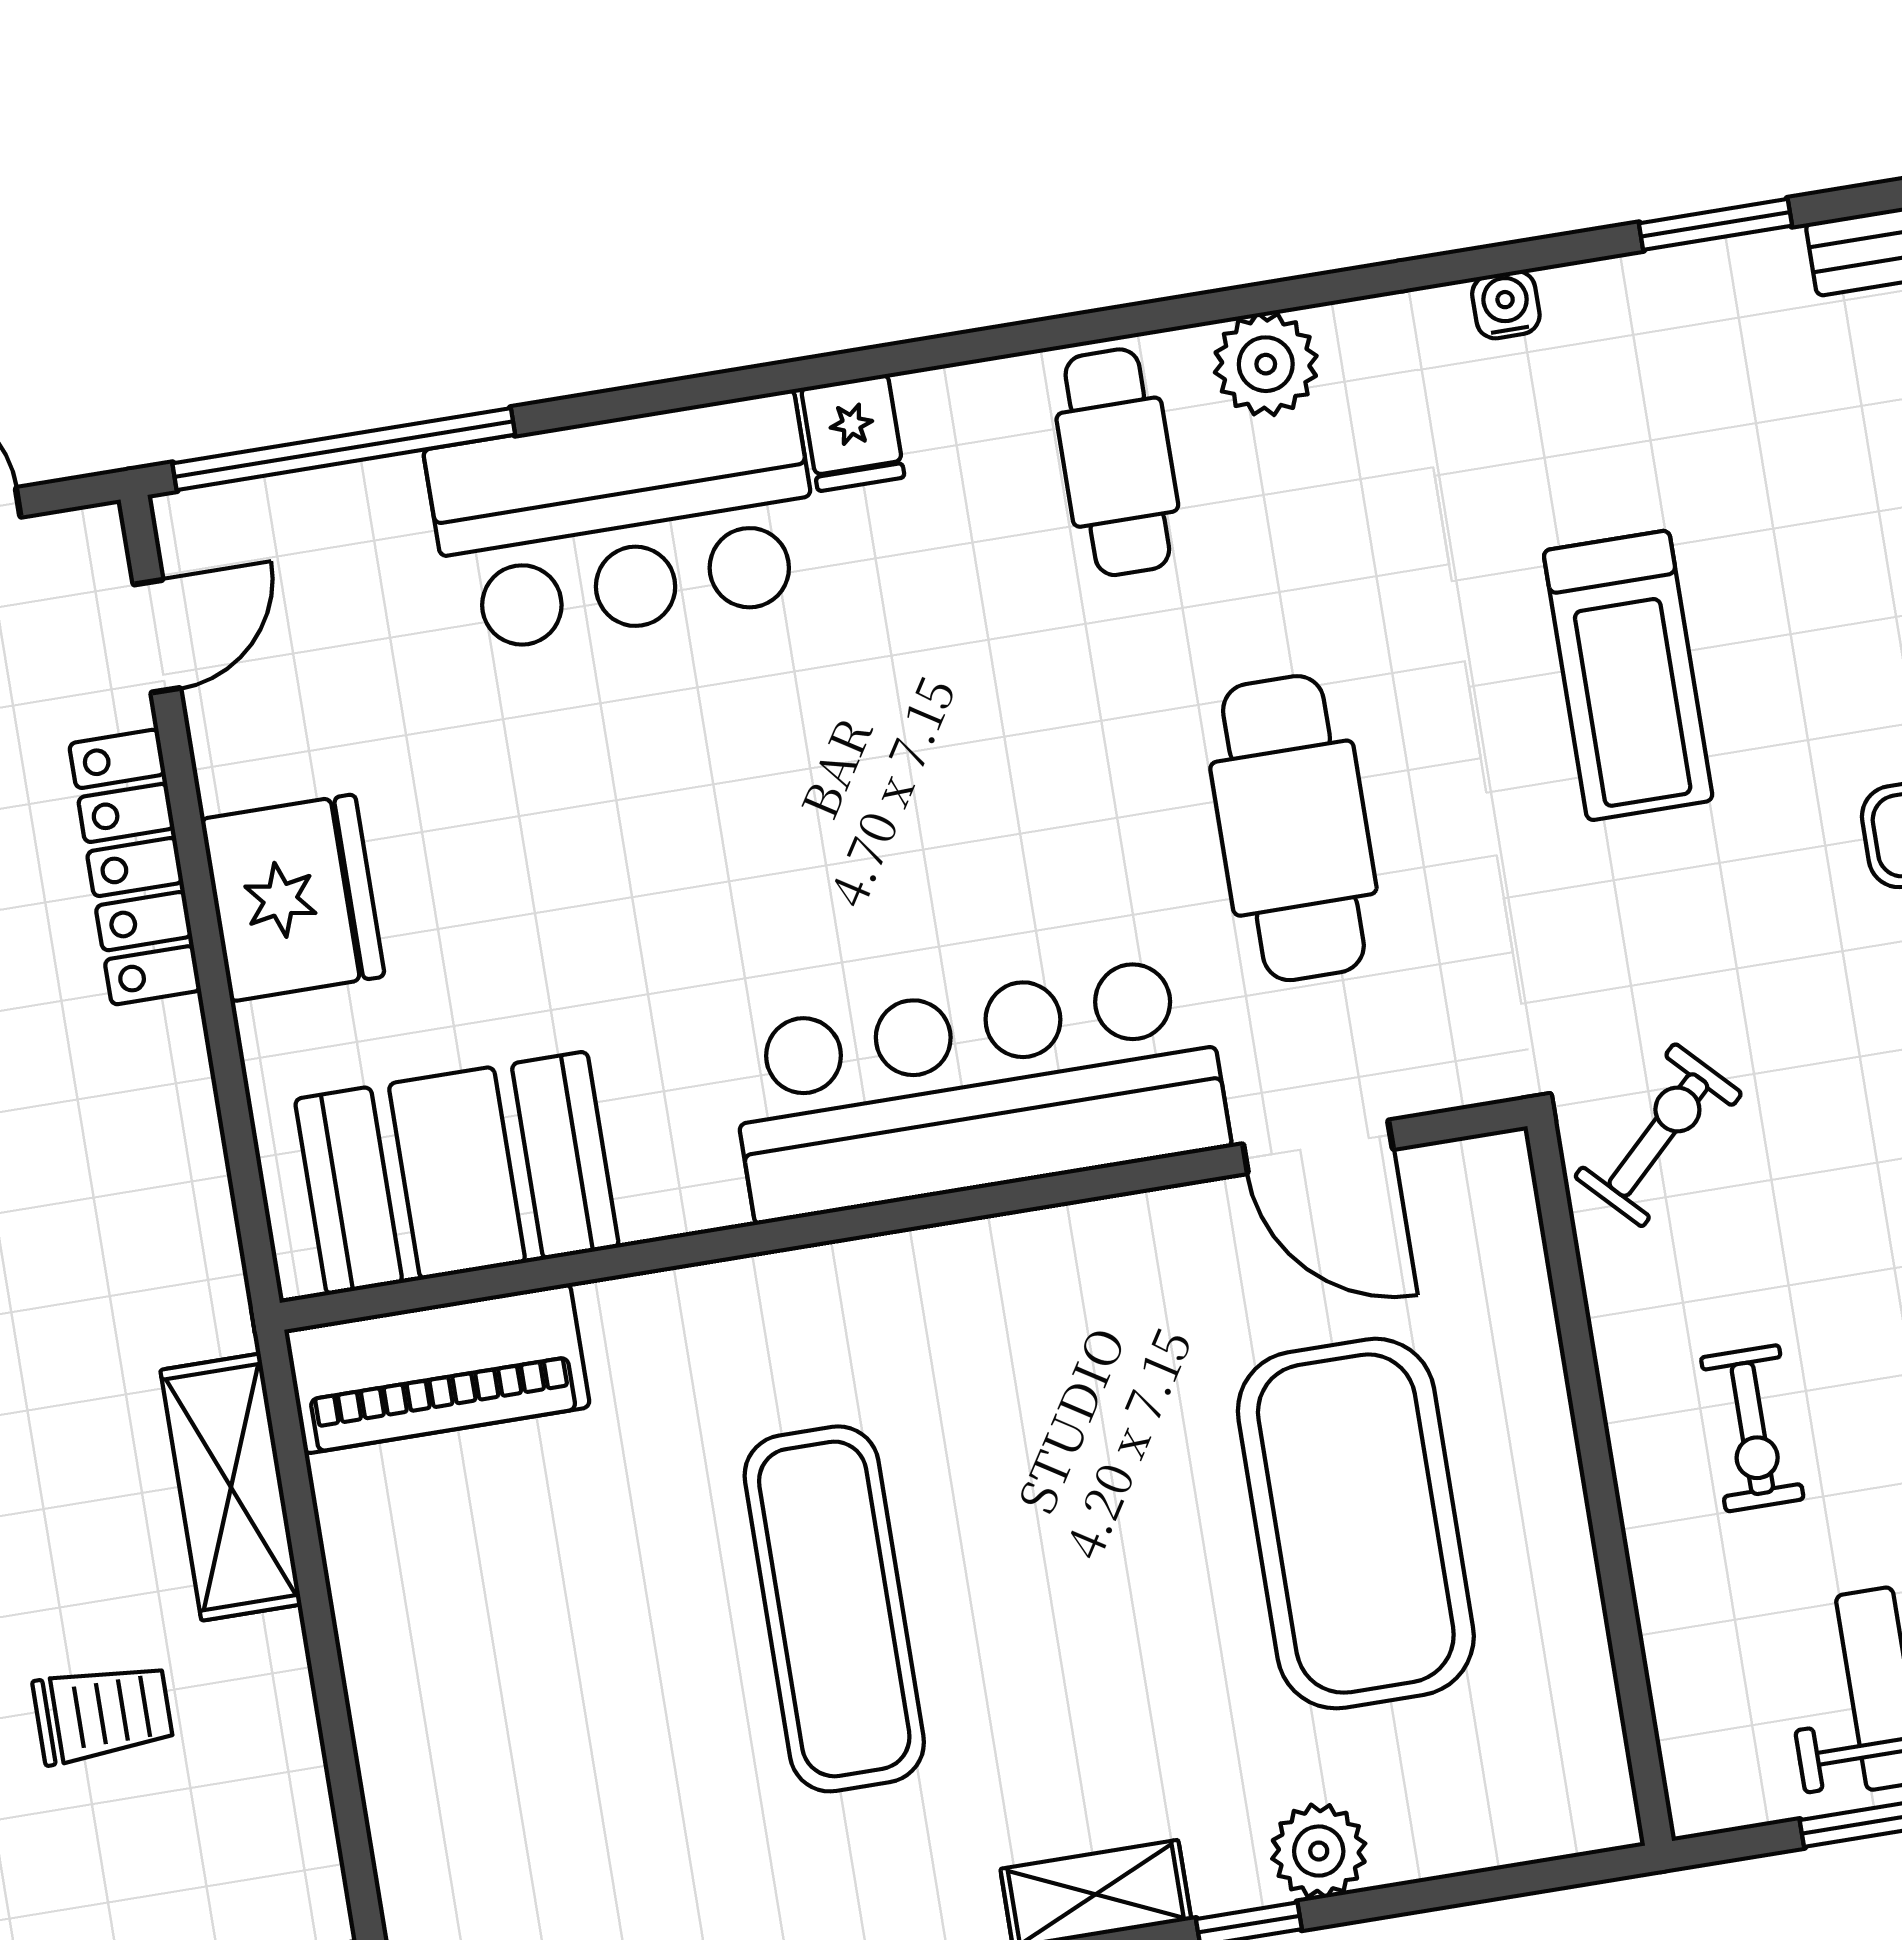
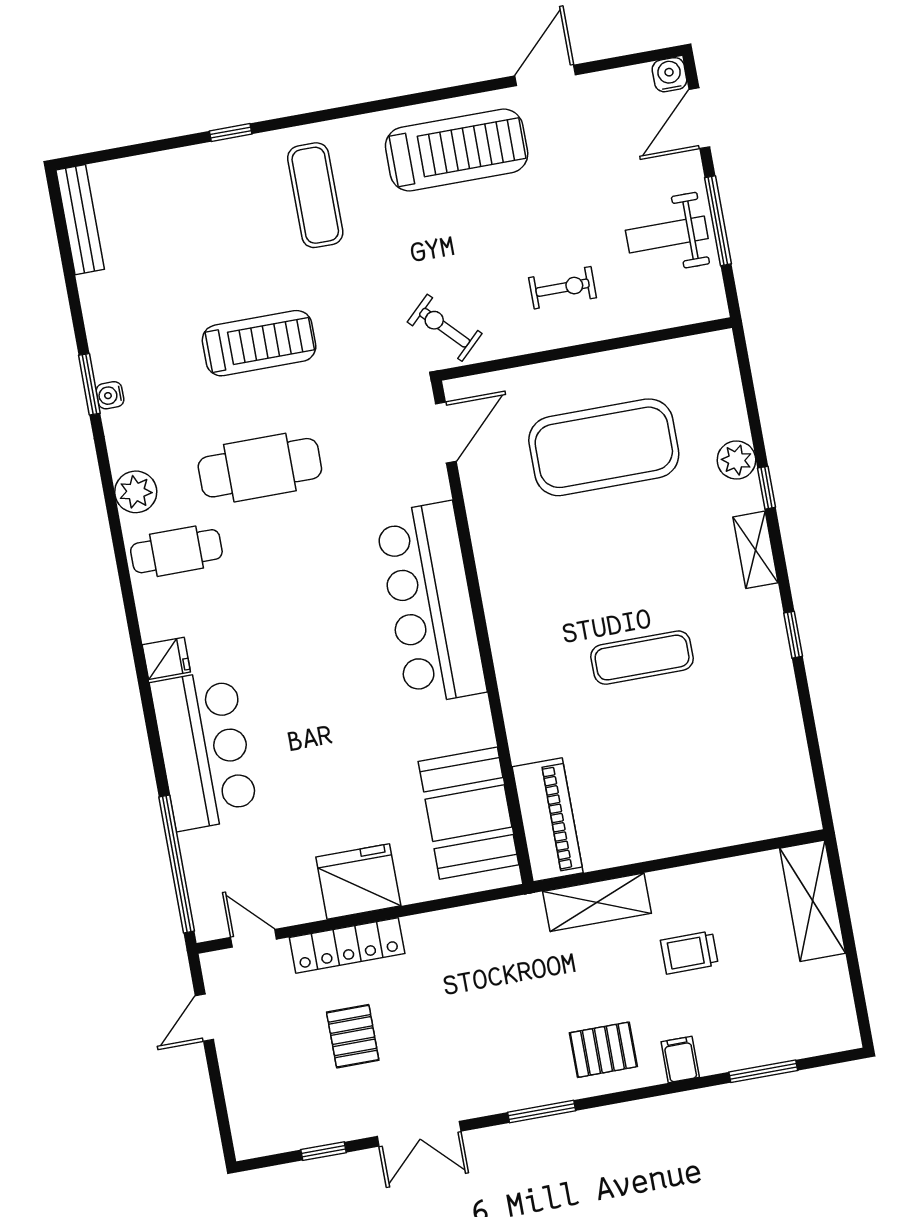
window: (1715, 224) -> (89, 384), moved
cafe table: (1293, 828) -> (260, 468), moved
door: (1318, 1147) -> (446, 433), moved
exercise mat: (834, 1609) -> (642, 658), width x0.73, depth x0.69
trolley: (103, 1713) -> (689, 952), turned -90

